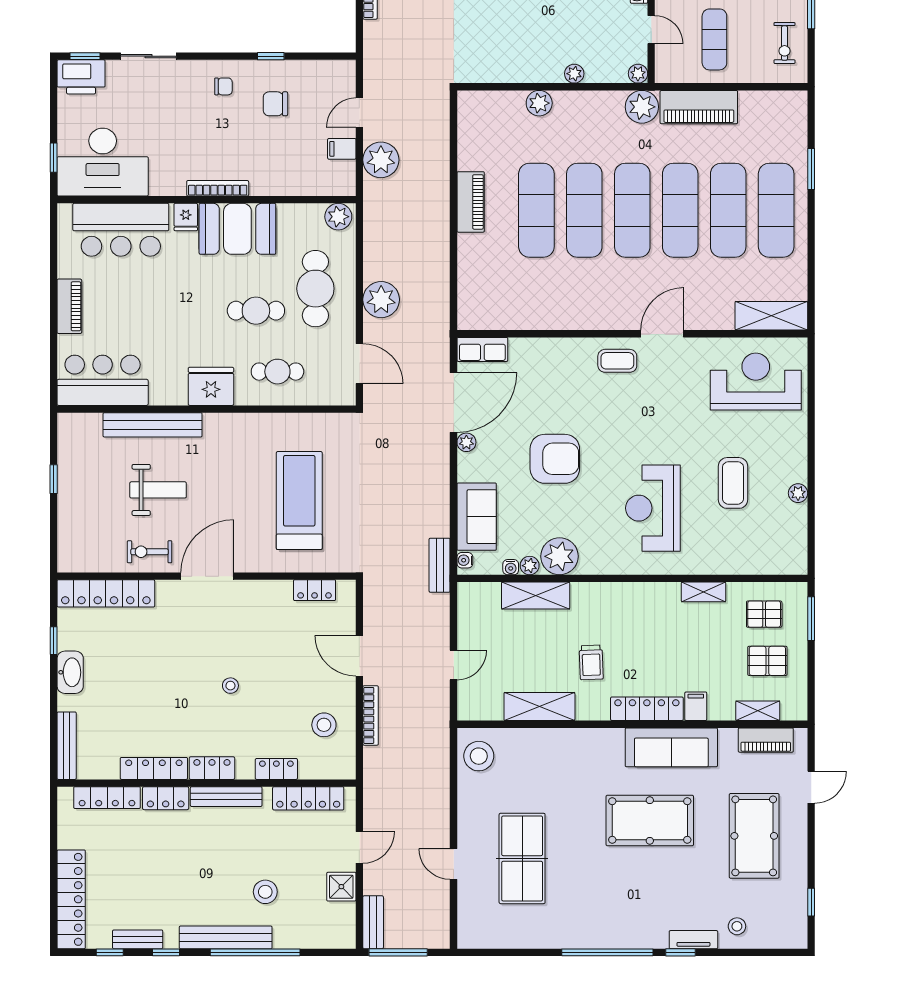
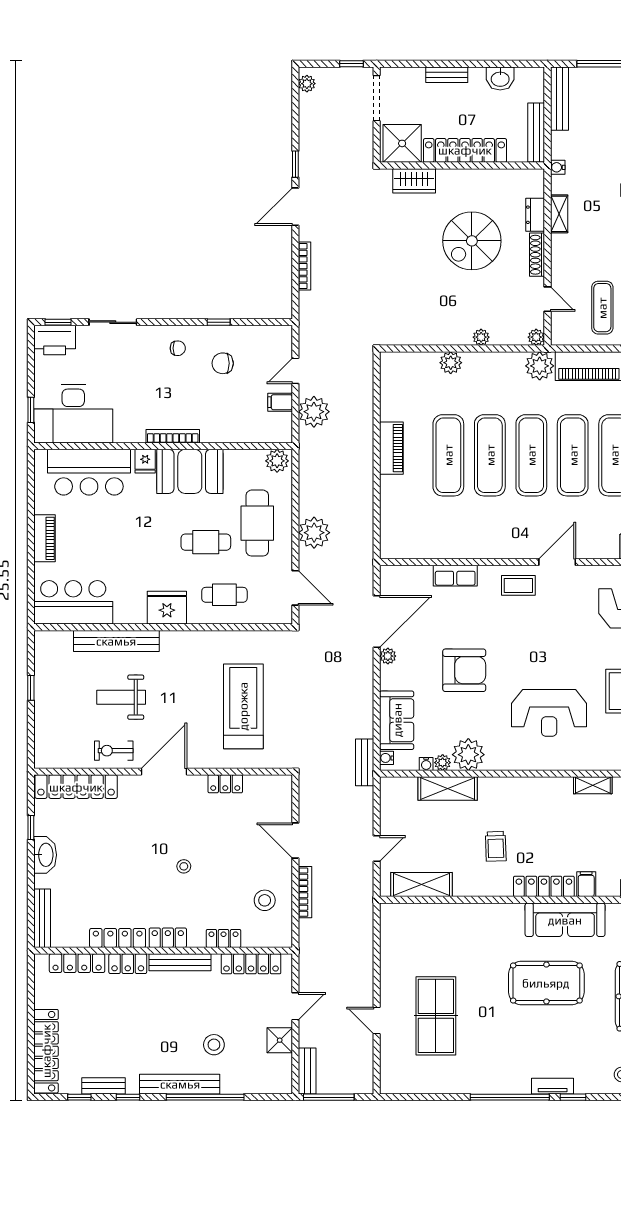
row of seats: (482, 349) -> (455, 576), moved
weight bench: (158, 490) -> (121, 697), turned 180
reception desk: (653, 508) -> (549, 713), turned -90
locker: (315, 590) -> (225, 784), moved
shelving: (539, 707) -> (421, 885), moved
stool: (479, 756) -> (399, 927), removed
tv unit: (693, 940) -> (553, 1086), moved

